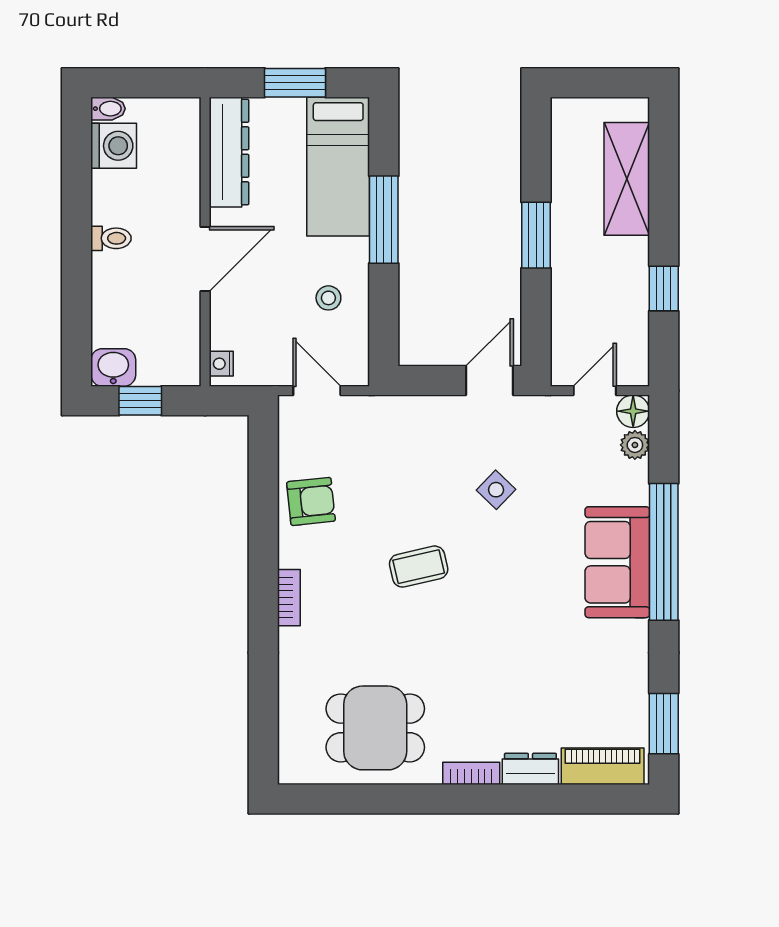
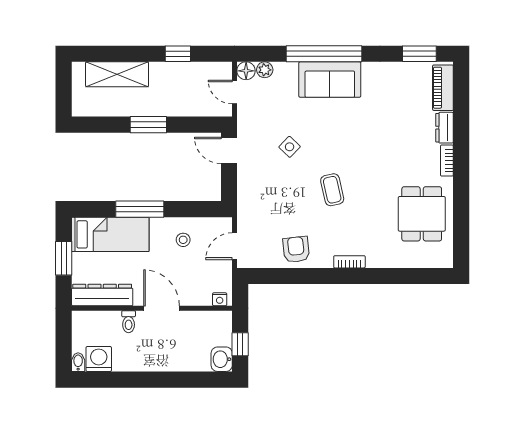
toilet: (111, 238) -> (129, 322), moved, turned 180

